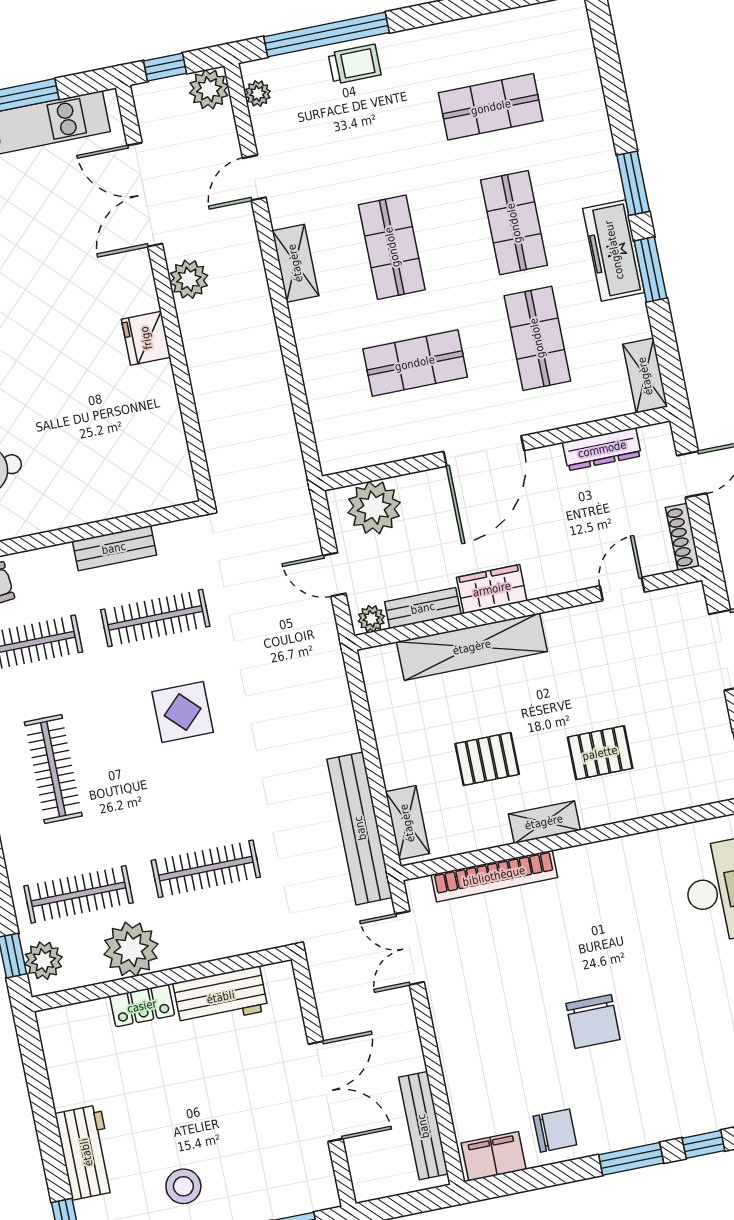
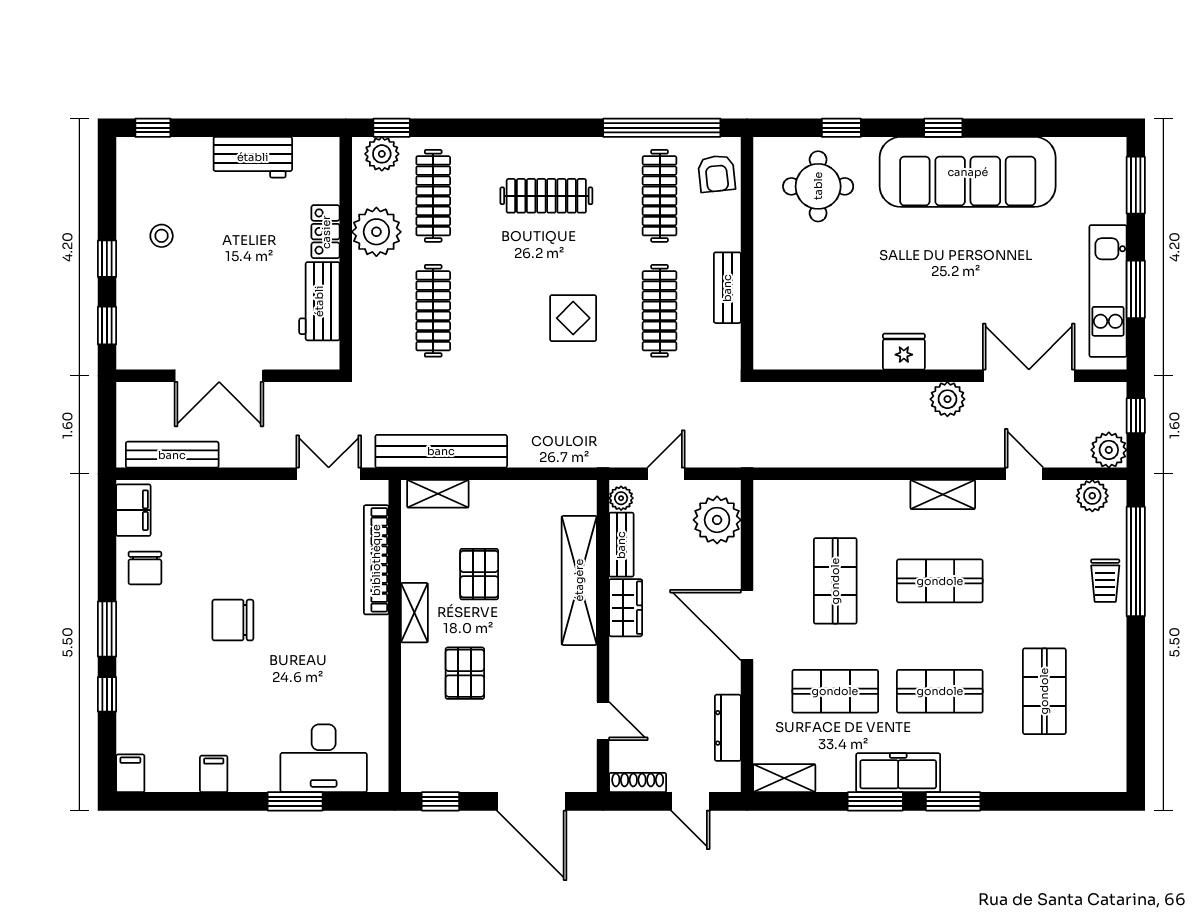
plant: (258, 94) -> (1092, 496), width x1.38, depth x1.38
workbench: (86, 1152) -> (253, 157), moved
stool: (183, 1186) -> (162, 236), width x0.73, depth x0.73

